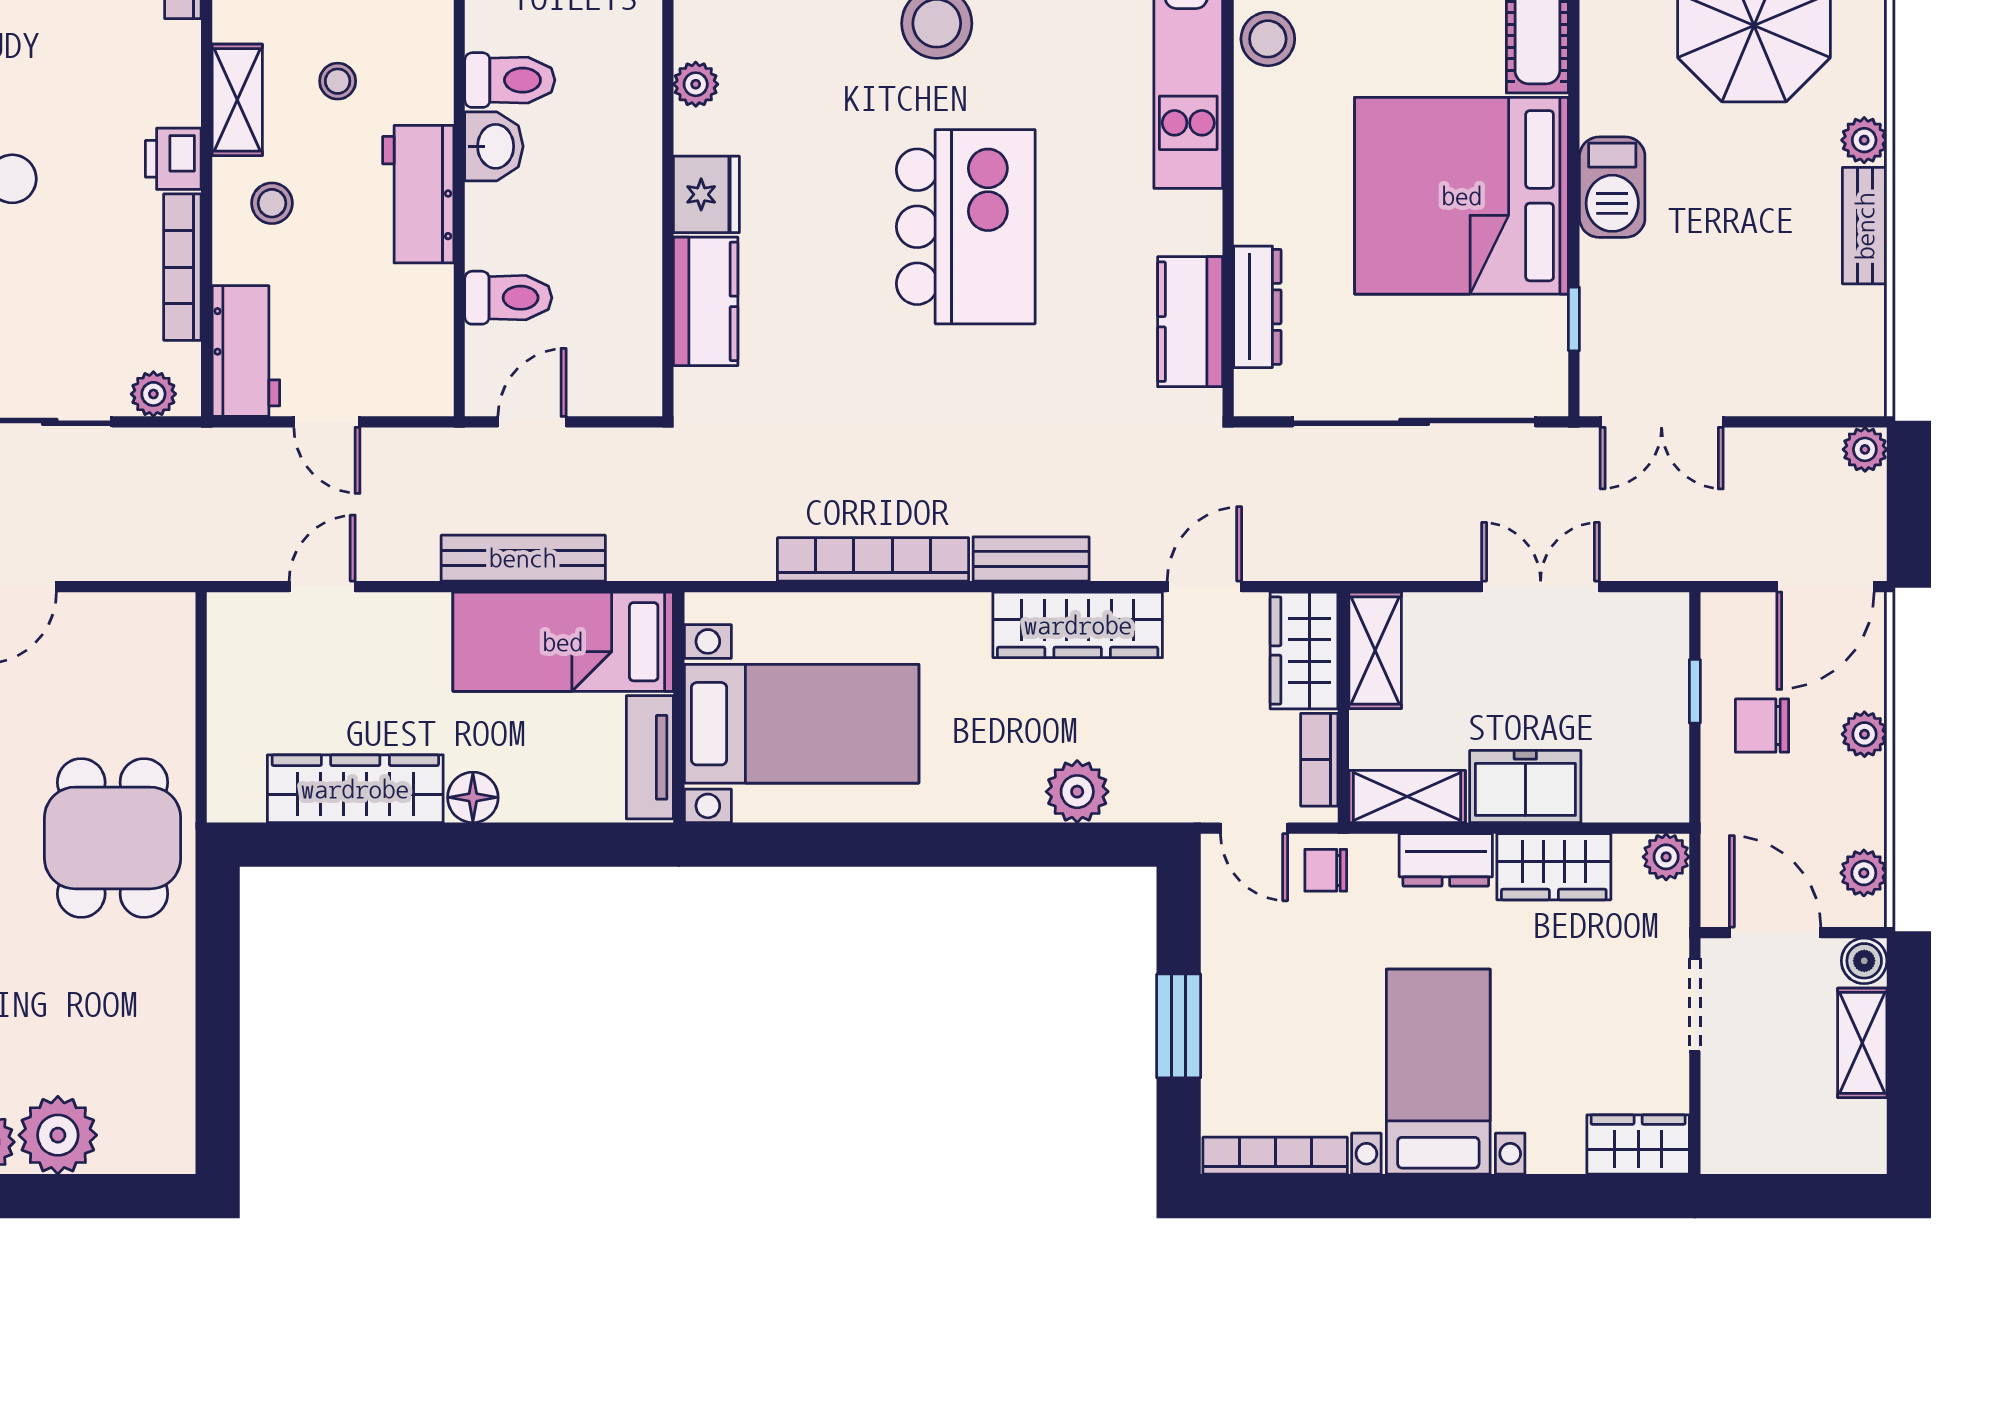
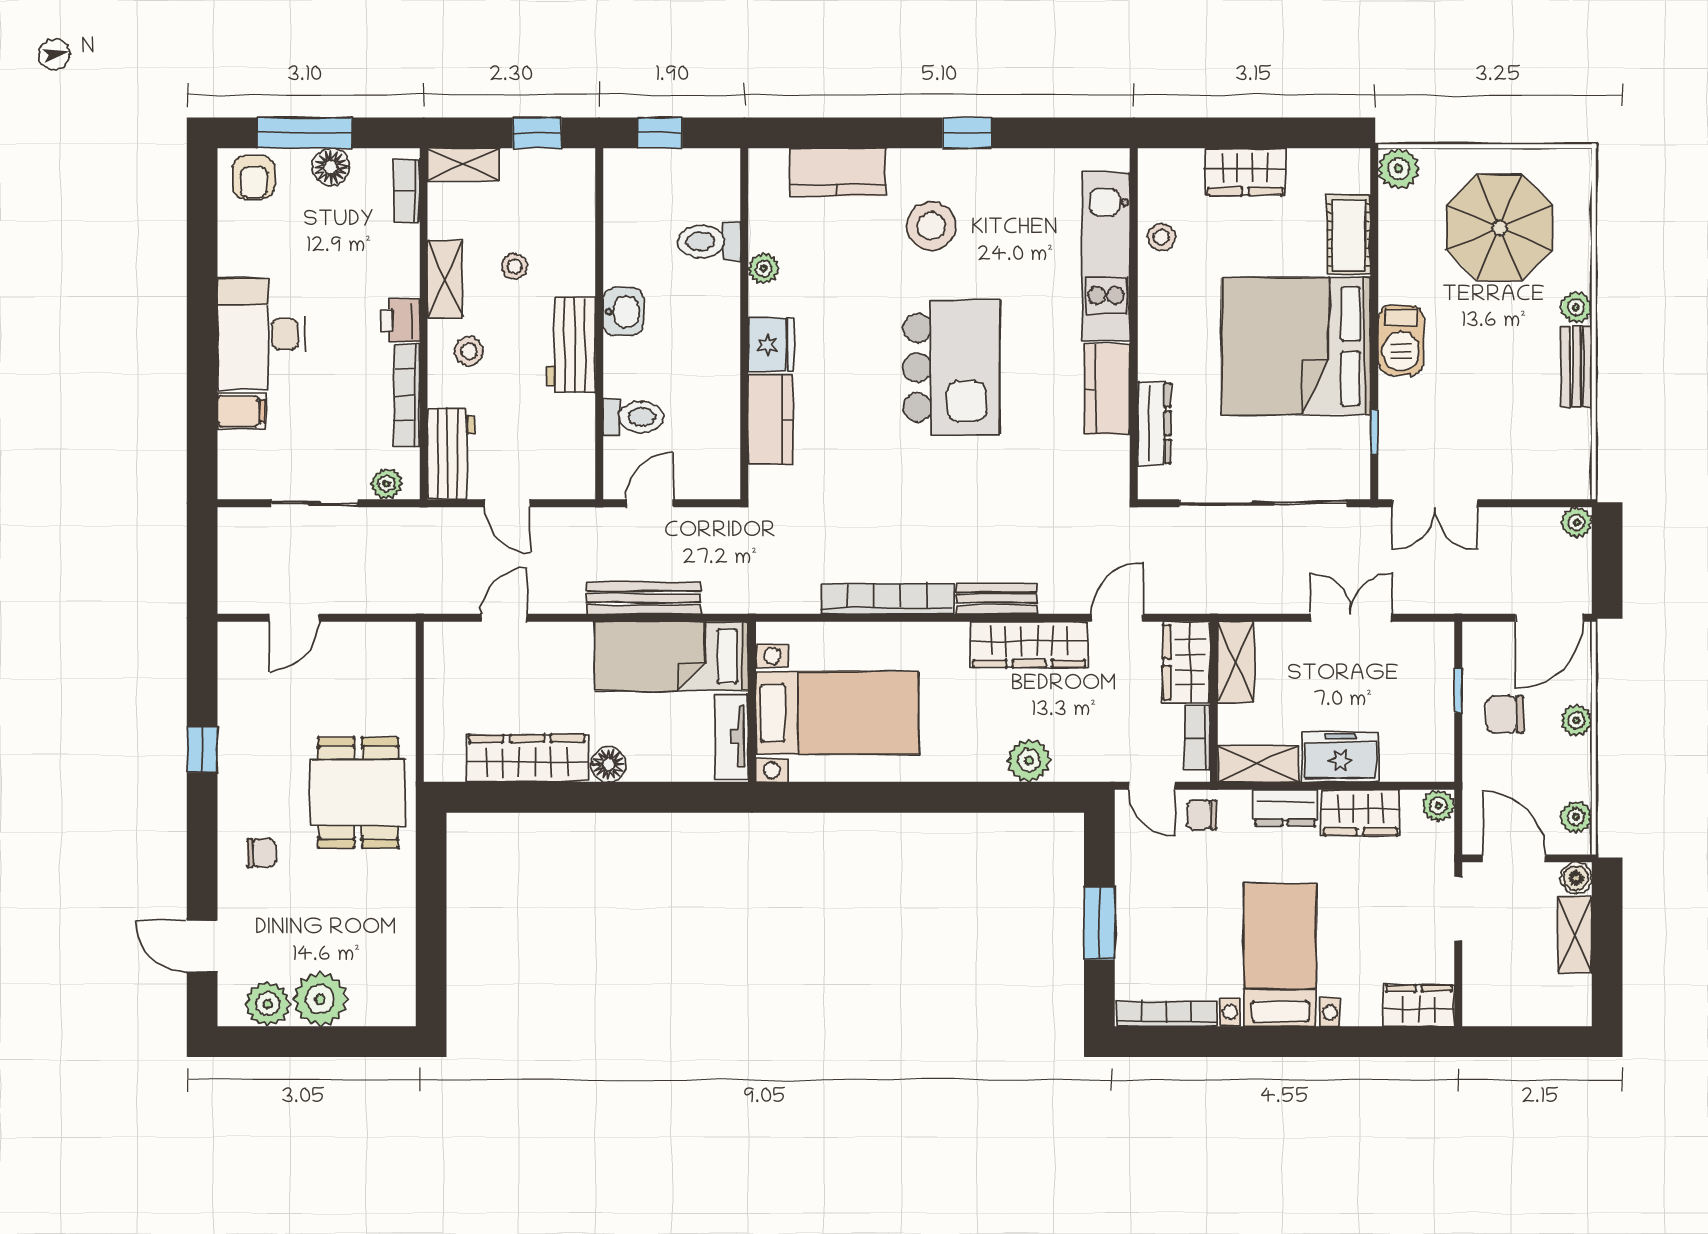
stool: (1268, 39) -> (1161, 237), width x0.73, depth x0.73
toilet: (510, 80) -> (709, 242), moved, turned 180
kitchen counter: (1190, 322) -> (1107, 389), moved

